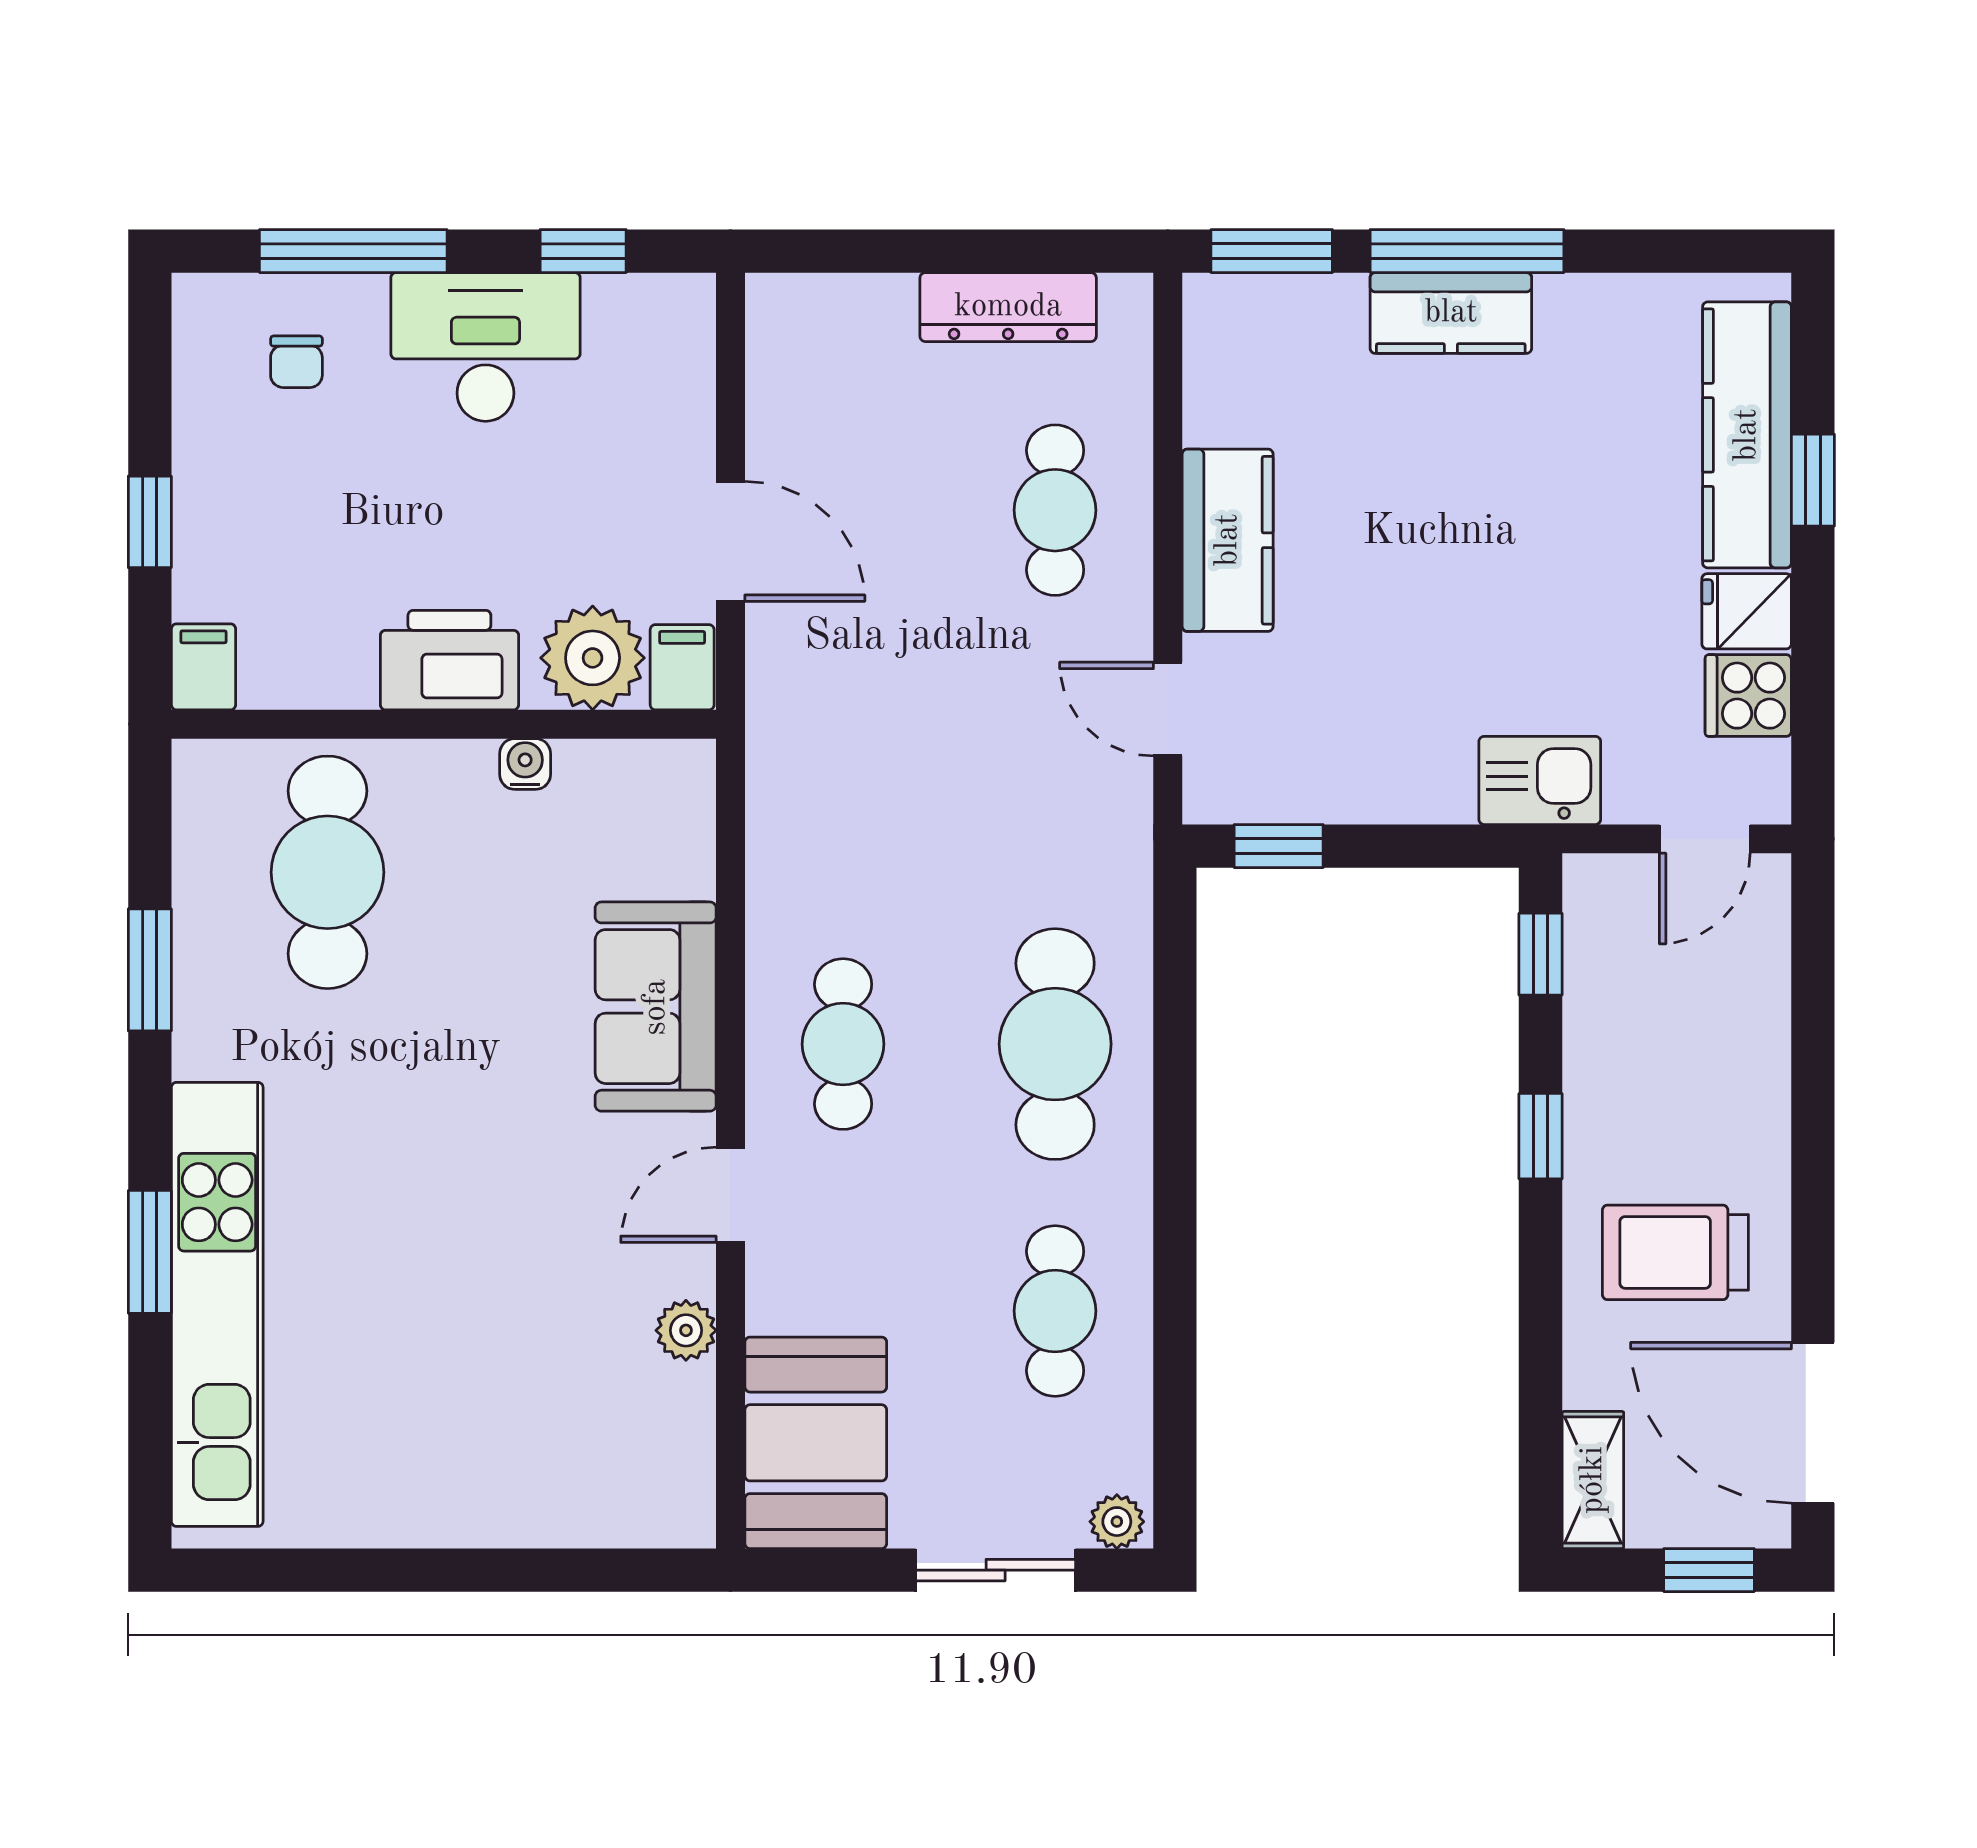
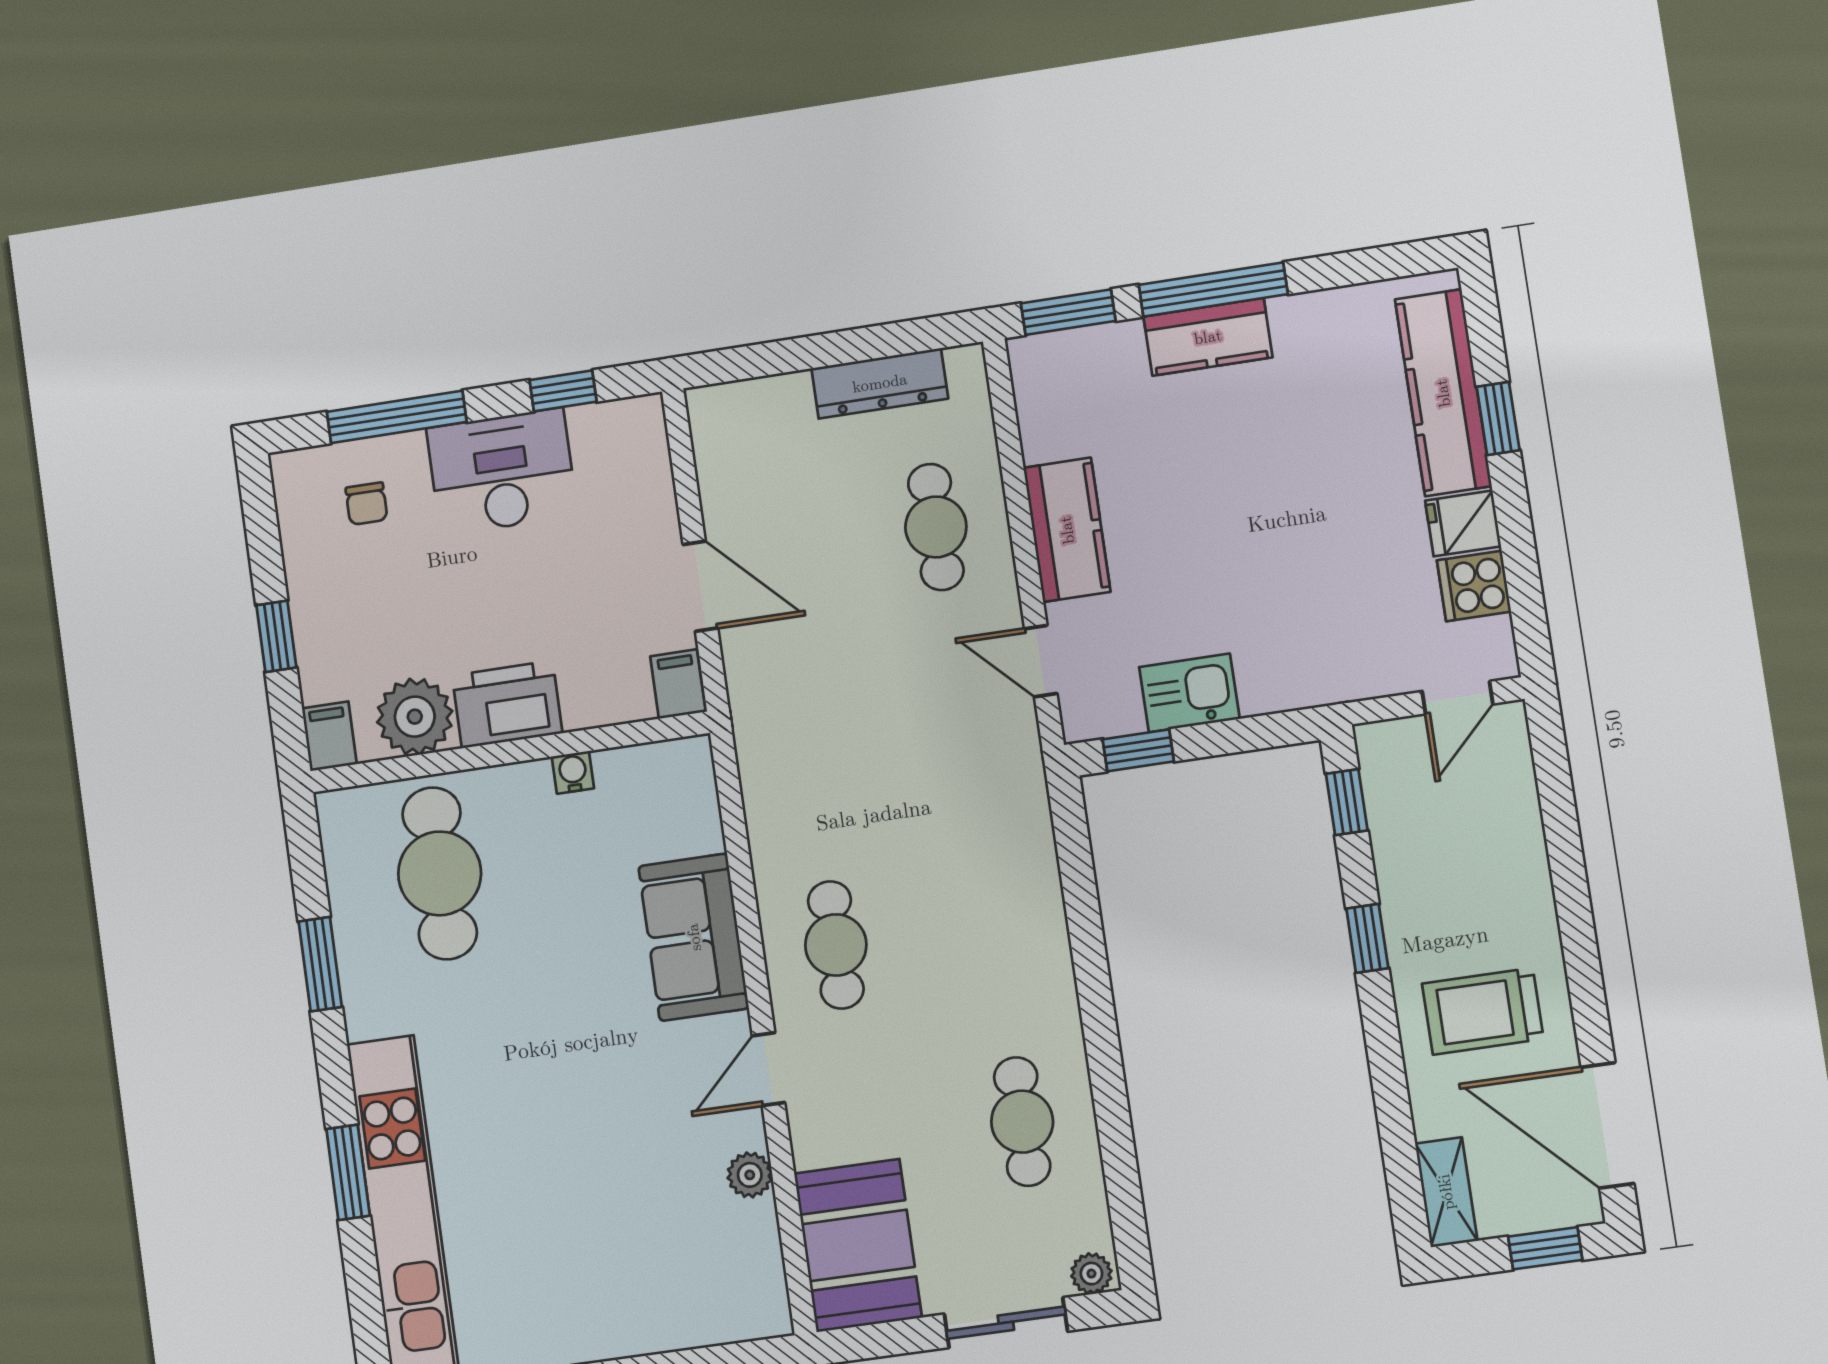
plant: (593, 658) -> (415, 717), moved
kitchen sink: (1540, 780) -> (1189, 693), moved
cafe table: (1055, 1044) -> (993, 922), removed

